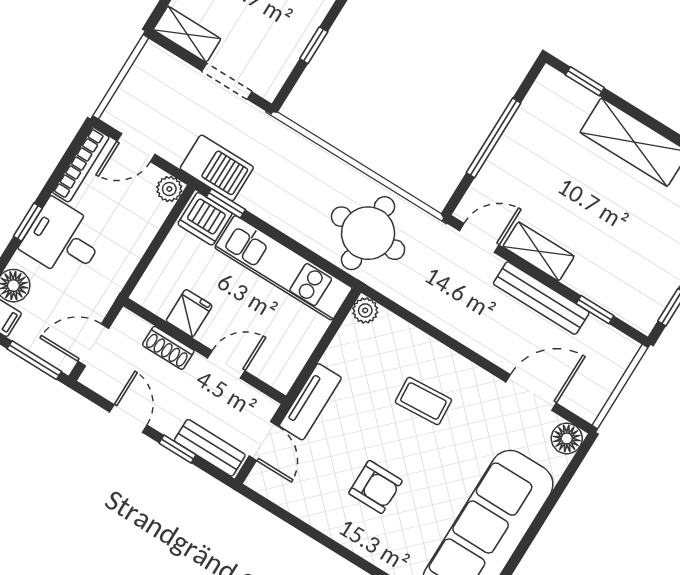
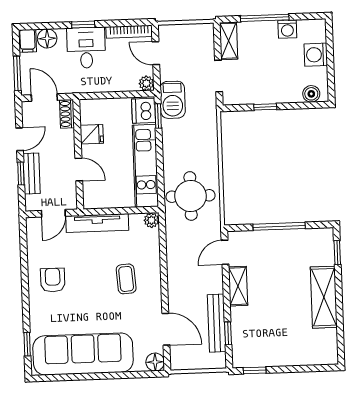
door: (479, 238) -> (225, 252), swing flipped
bench: (541, 298) -> (217, 323), moved
shoe rack: (168, 348) -> (67, 114), moved
tv unit: (310, 402) -> (97, 223), width x1.41
bench: (210, 448) -> (32, 174), moved
armchair: (375, 487) -> (53, 280), moved, turned 180

